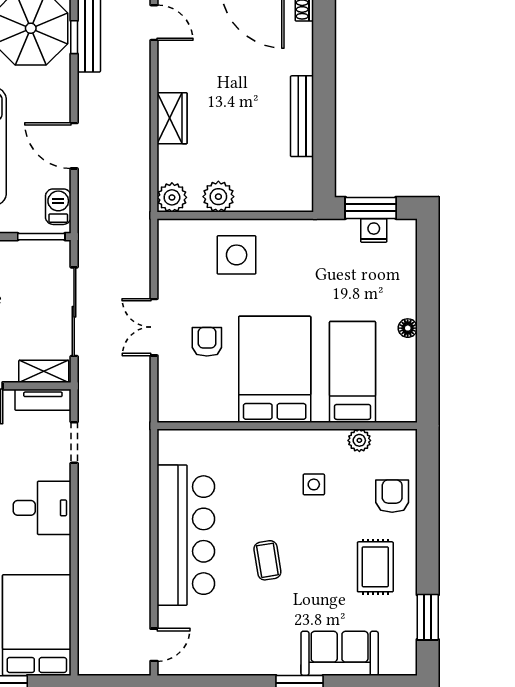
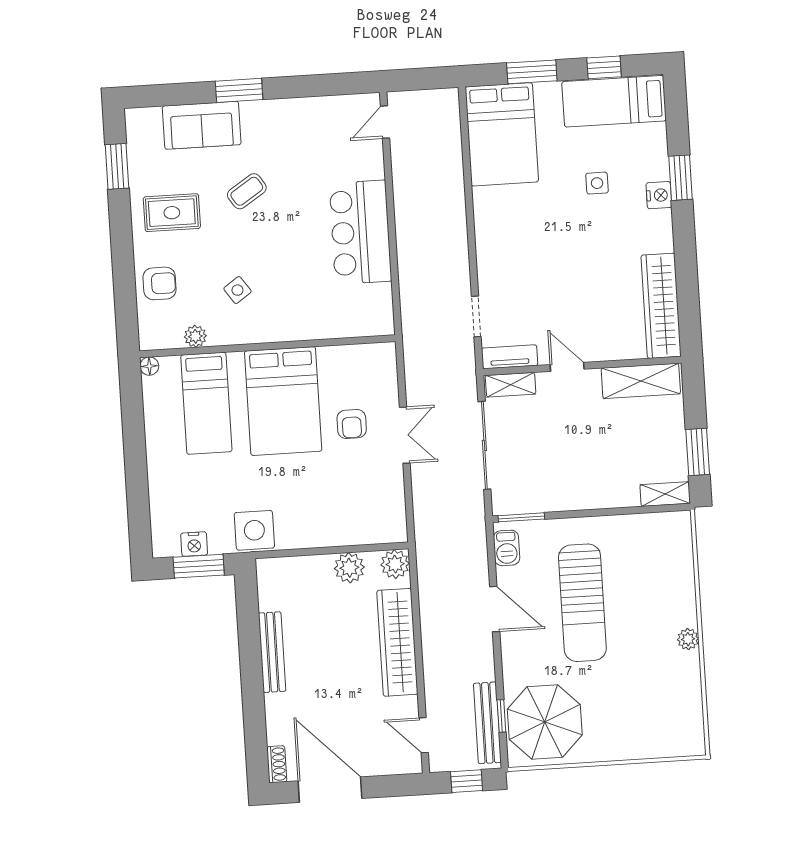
wardrobe: (172, 118) -> (397, 642), width x2.10, depth x1.17
side table: (237, 255) -> (254, 530), moved
floor lamp: (408, 328) -> (149, 366), moved
side table: (314, 484) -> (237, 290), turned -35
armchair: (392, 496) -> (160, 283), turned -90
desk: (42, 508) -> (504, 250), removed
bar counter: (186, 535) -> (360, 232), width x0.73
coffee table: (267, 560) -> (247, 191), moved, turned 66
rug: (375, 567) -> (172, 213), turned 90

